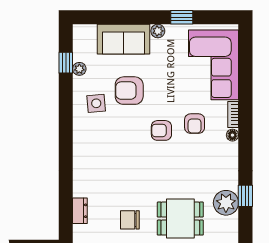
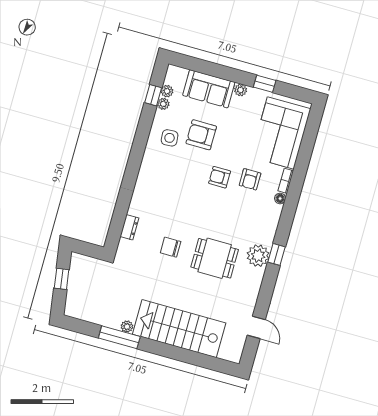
plant: (80, 54) -> (167, 91), added

